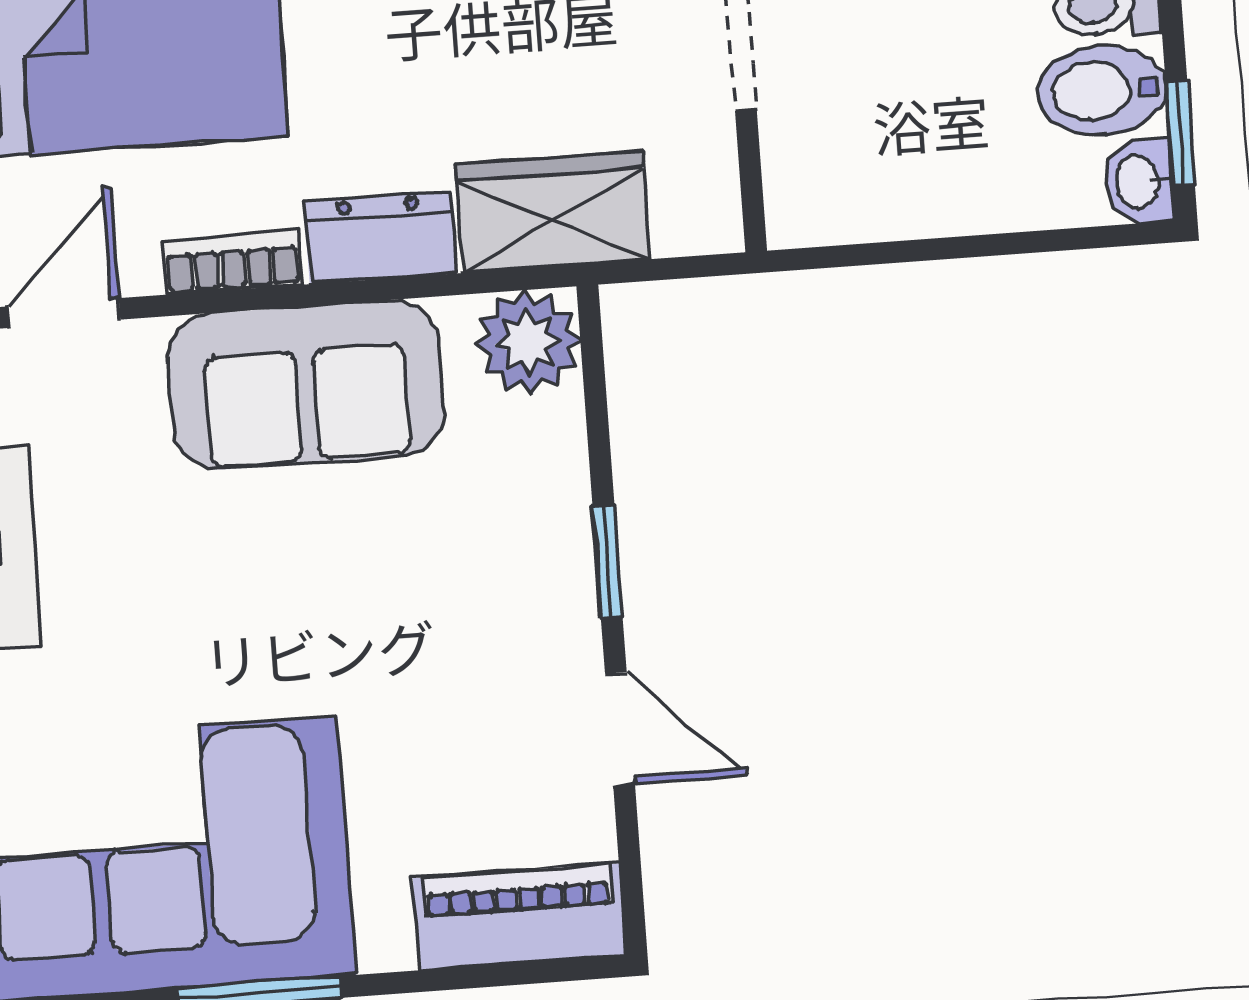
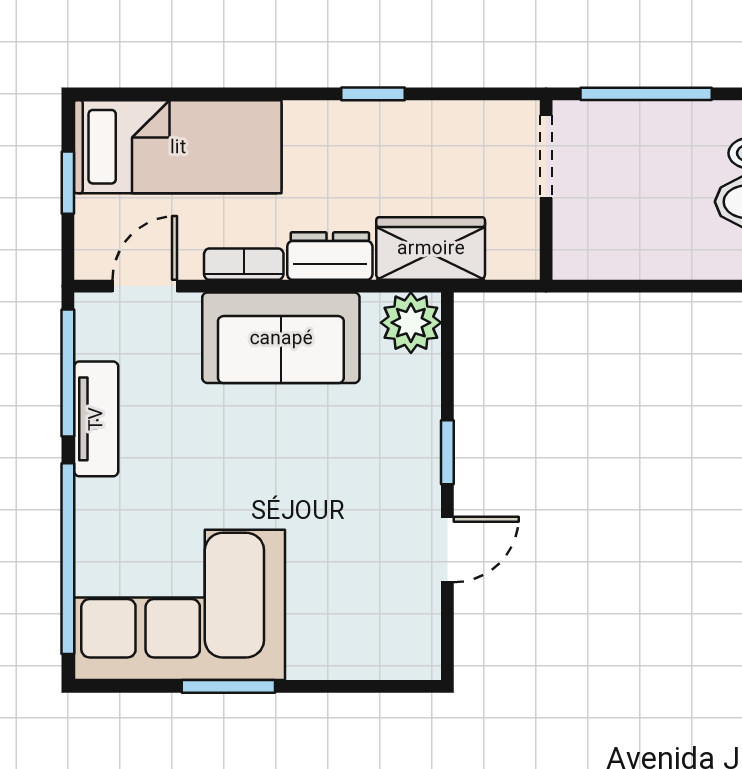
door: (620, 729) -> (447, 550), hinge flipped
piano: (519, 917) -> (381, 653), removed

